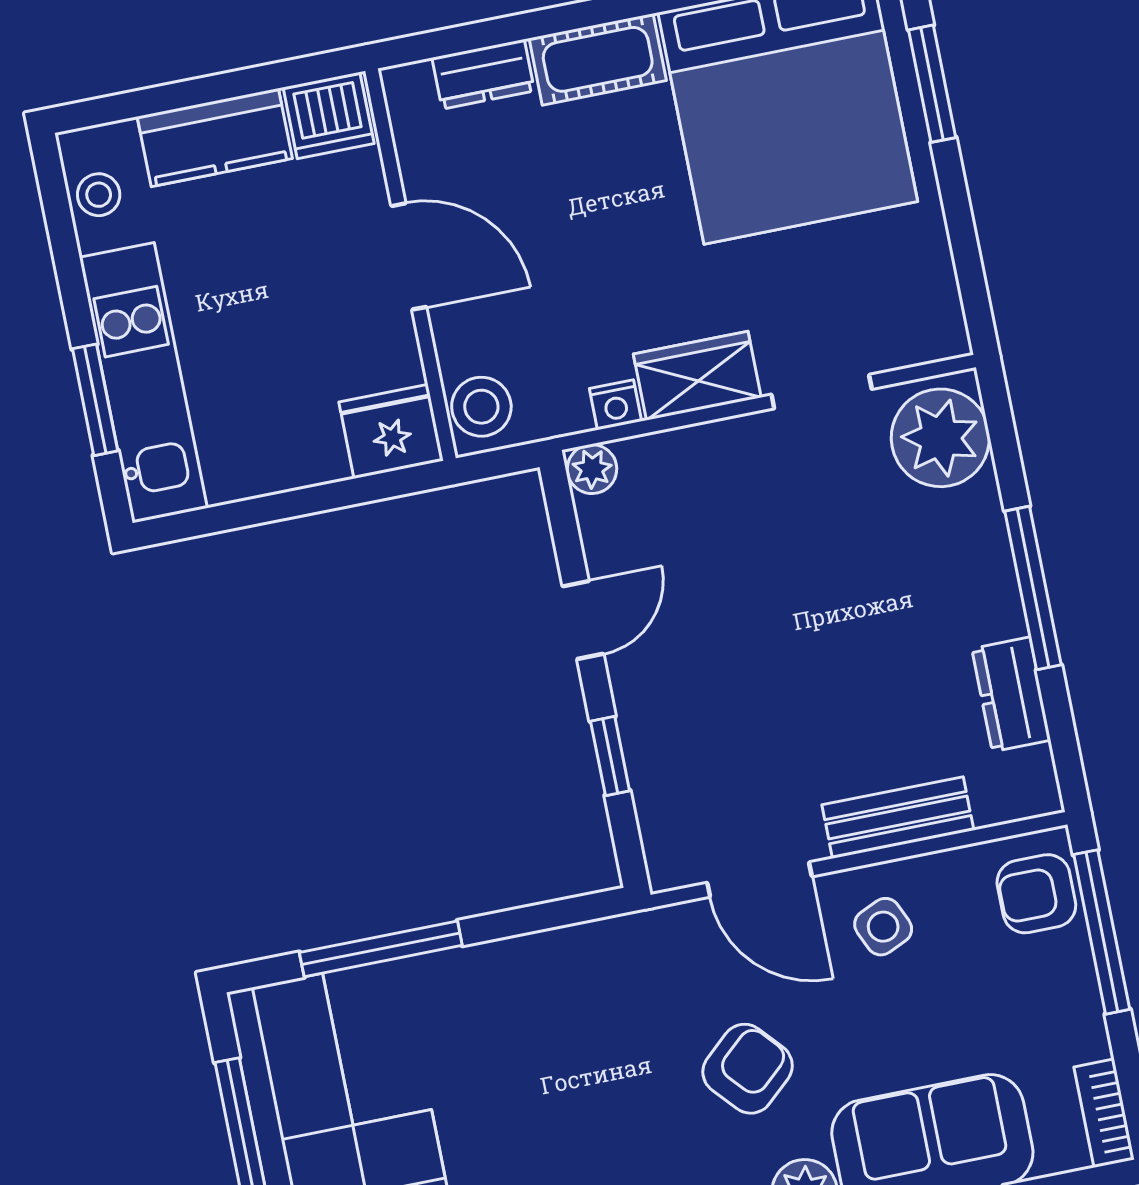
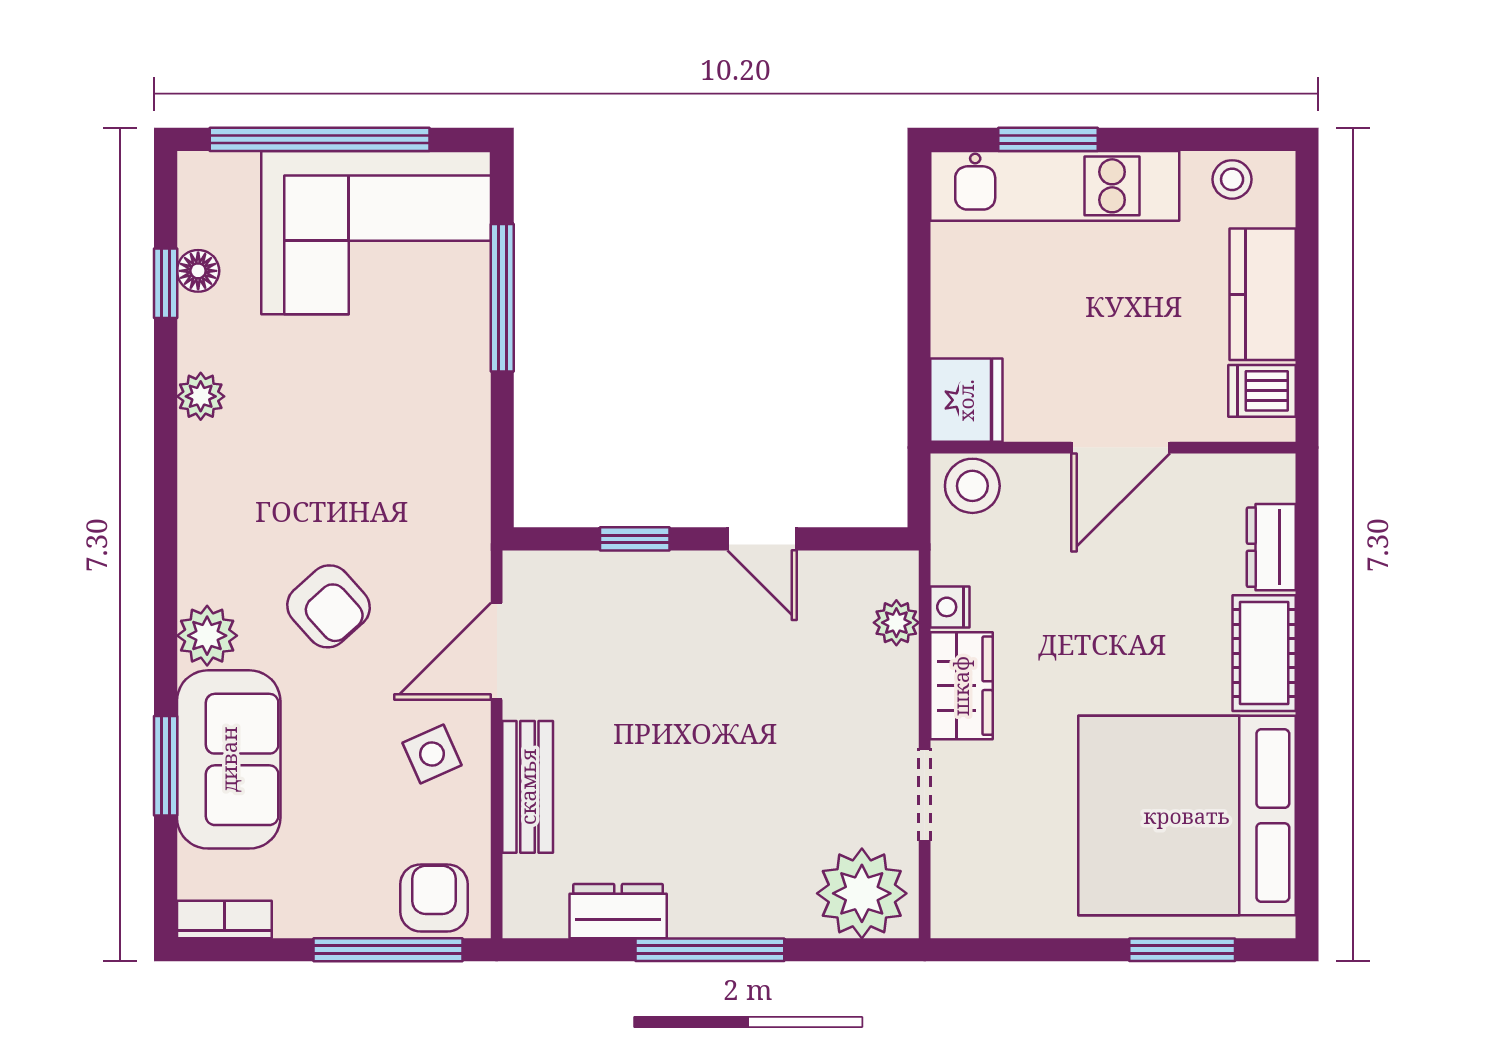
dishwasher: (329, 115) -> (1262, 391), width x0.73
plant: (592, 469) -> (896, 623), moved

